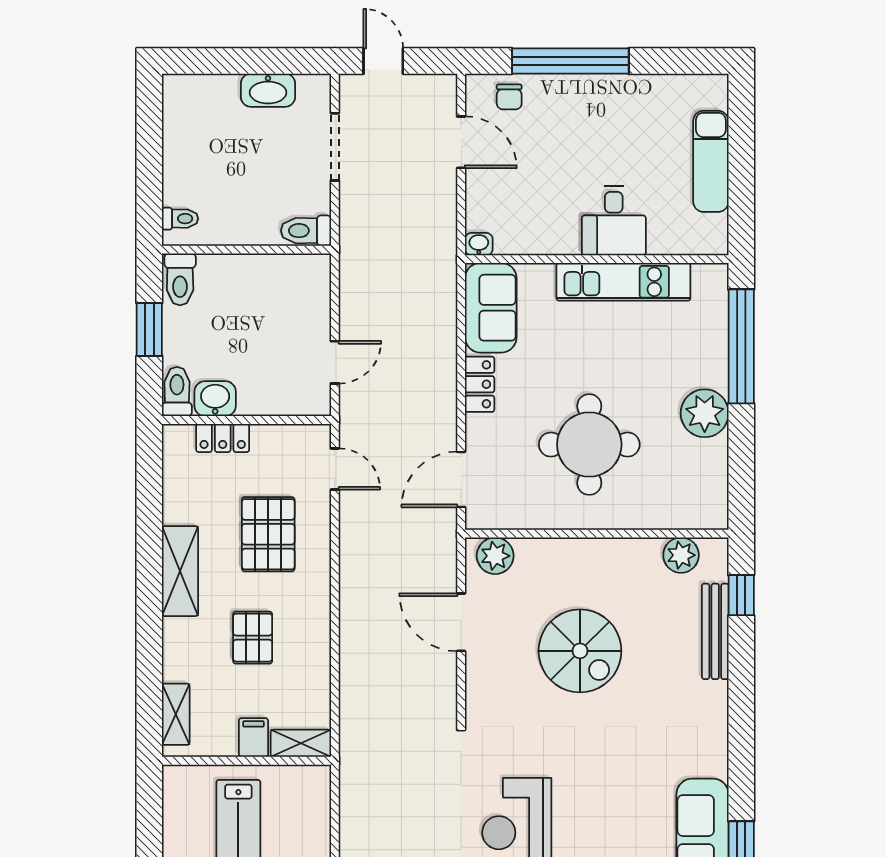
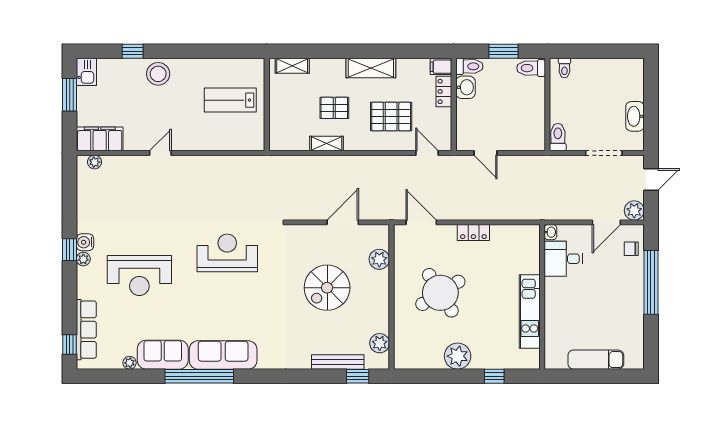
plant: (439, 91) -> (634, 210), added
desk: (614, 221) -> (563, 259), moved
sofa: (491, 308) -> (515, 239), removed
window: (741, 346) -> (494, 376), width x0.32
round table: (589, 445) -> (440, 293), turned -32
door: (335, 469) -> (427, 153), swing flipped
plant: (495, 556) -> (379, 259), moved
filing cabinet: (253, 738) -> (441, 67), moved, turned 180
shelving: (301, 743) -> (327, 144), moved, turned 90

